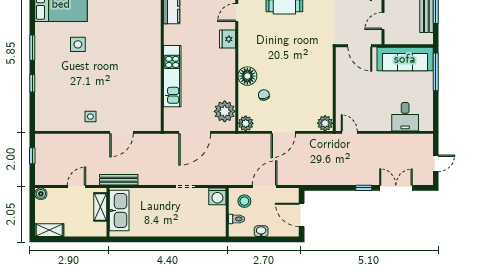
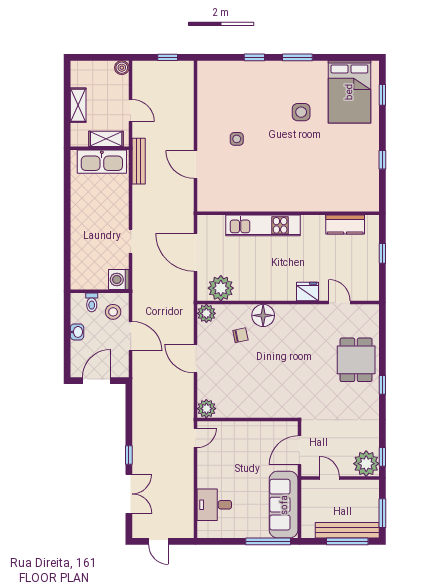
side table: (90, 117) -> (237, 139), moved
shelving: (49, 230) -> (78, 105), moved

